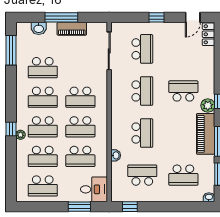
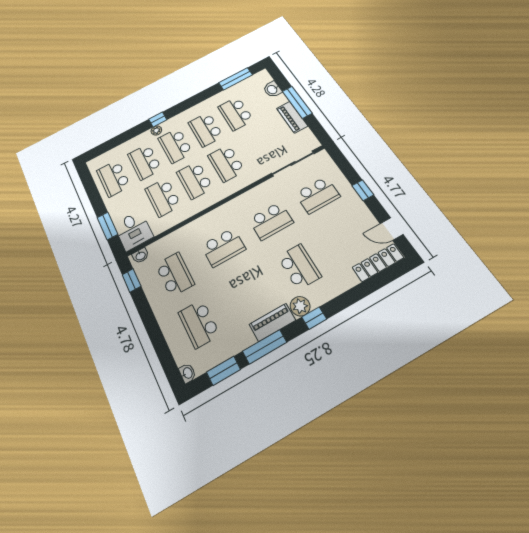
locker: (209, 34) -> (378, 263), width x1.53
piano: (206, 134) -> (272, 322), width x0.73, depth x0.75
washbasin: (116, 155) -> (140, 256), moved

